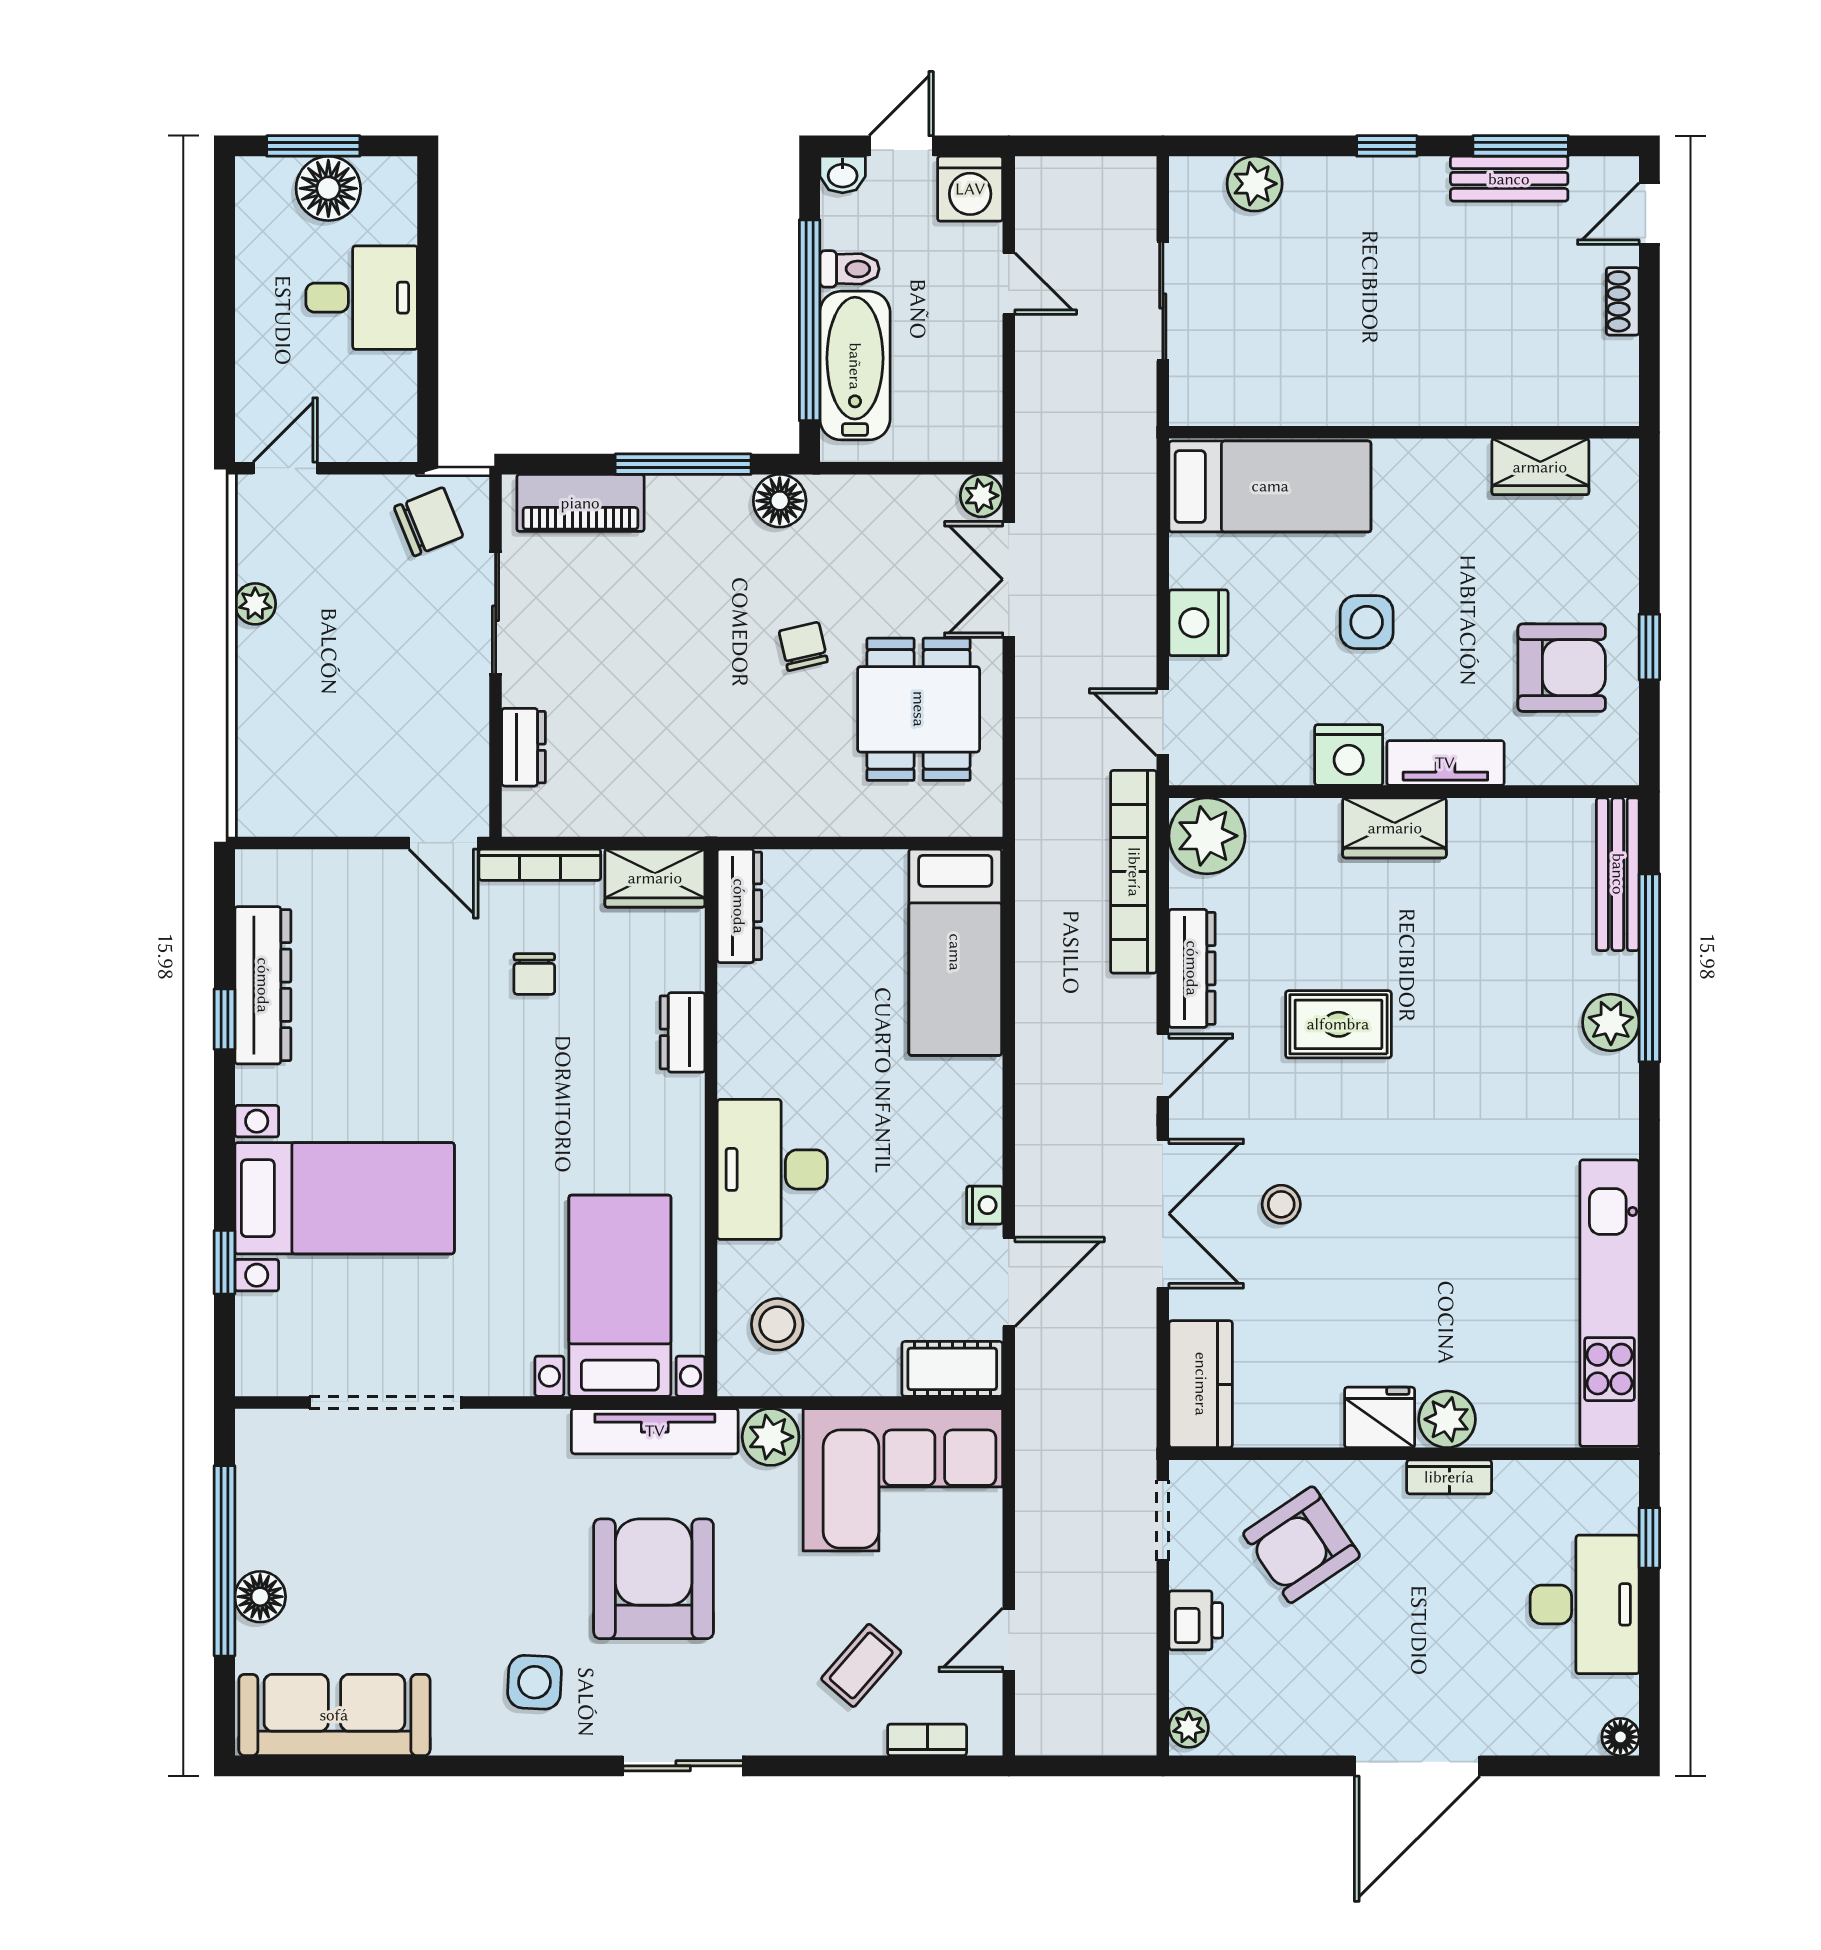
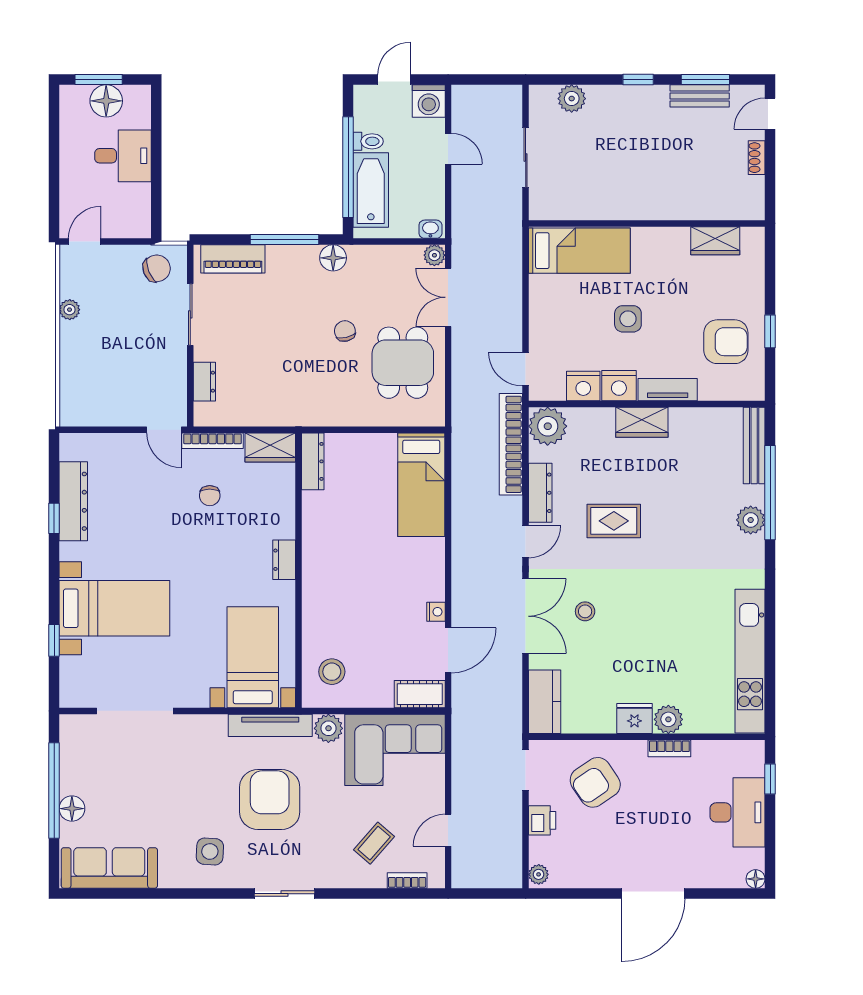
washbasin: (843, 175) -> (430, 229), moved, turned 180
nightstand: (1198, 623) -> (583, 386), moved, turned -90
dresser: (683, 1032) -> (284, 560), moved
desk: (772, 1169) -> (329, 594), removed

